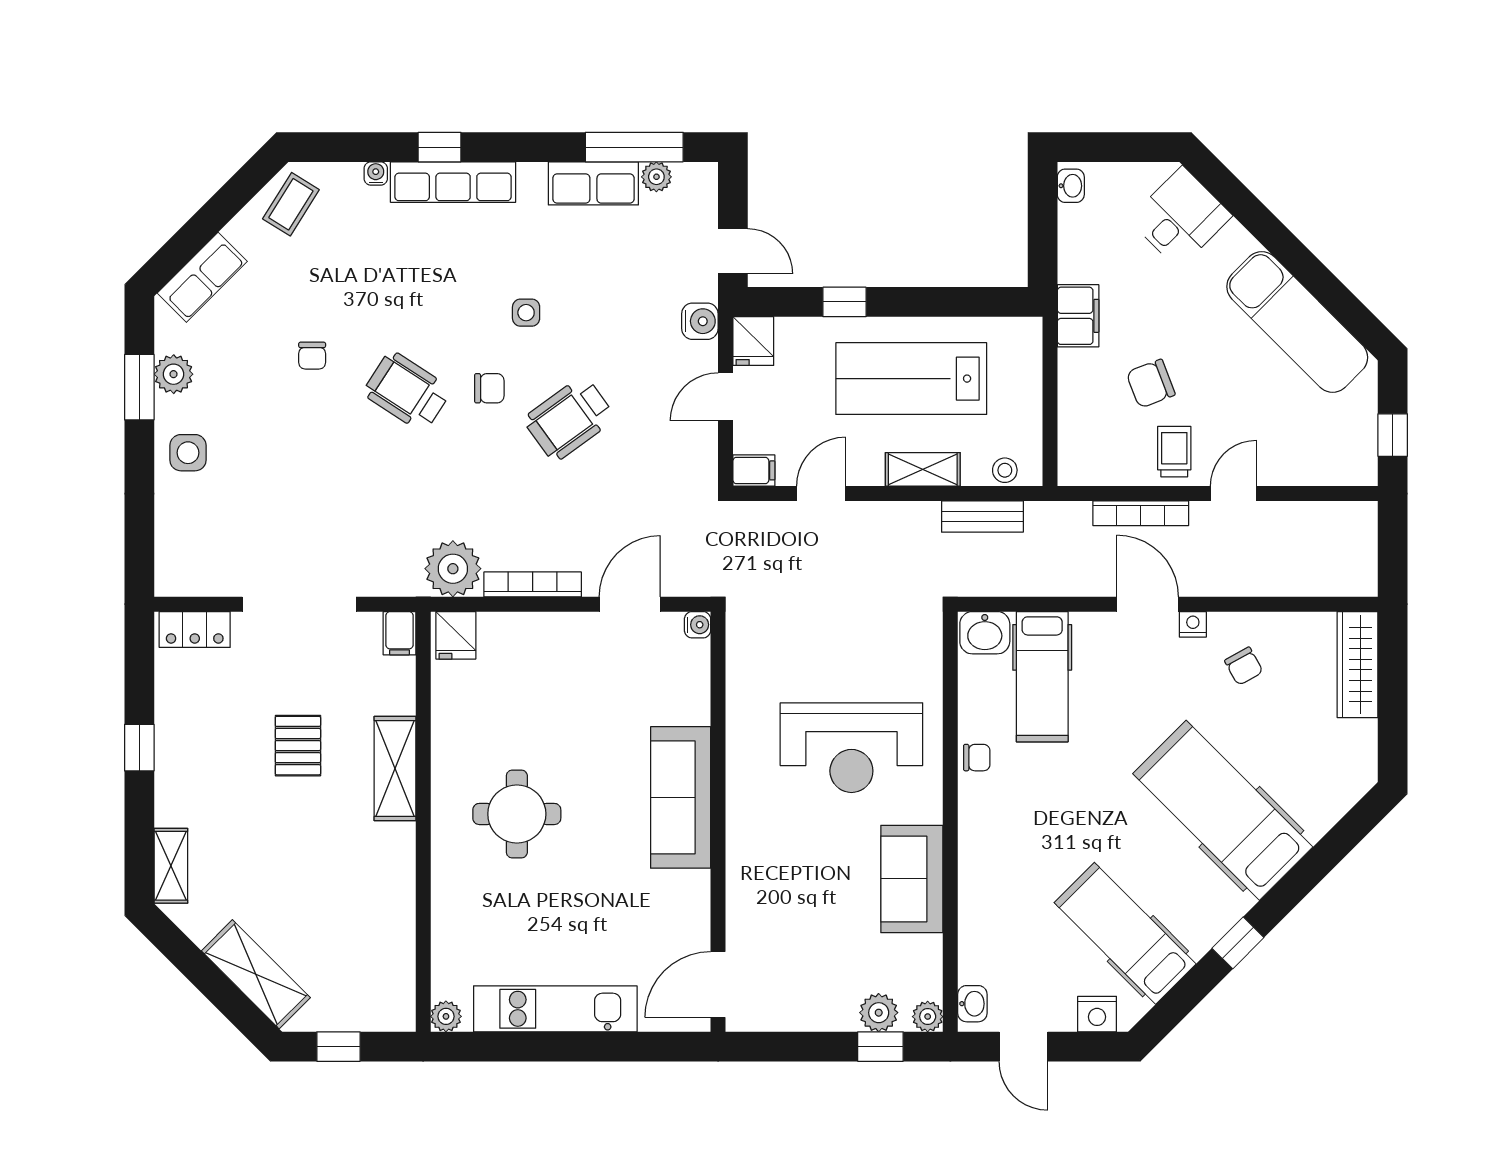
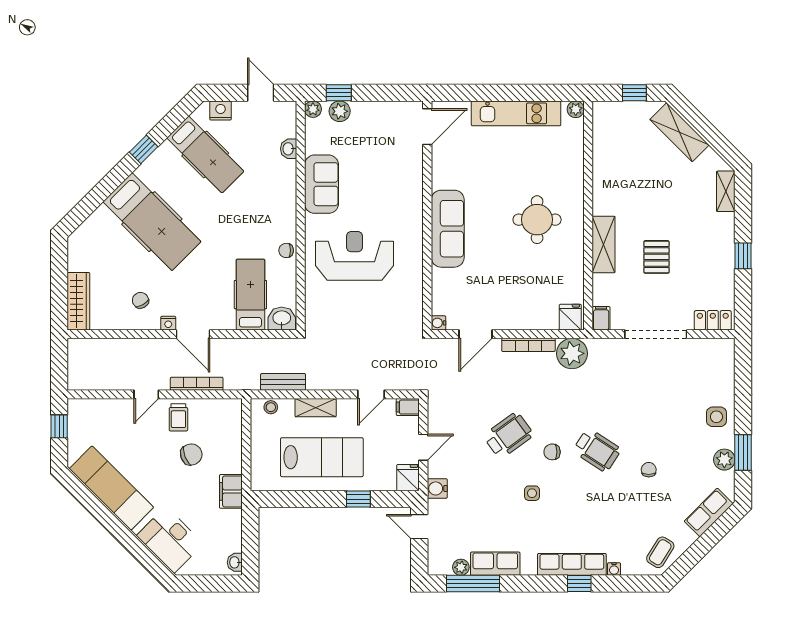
desk: (1180, 218) -> (170, 540), width x1.37
washbasin: (972, 1004) -> (289, 149), moved

